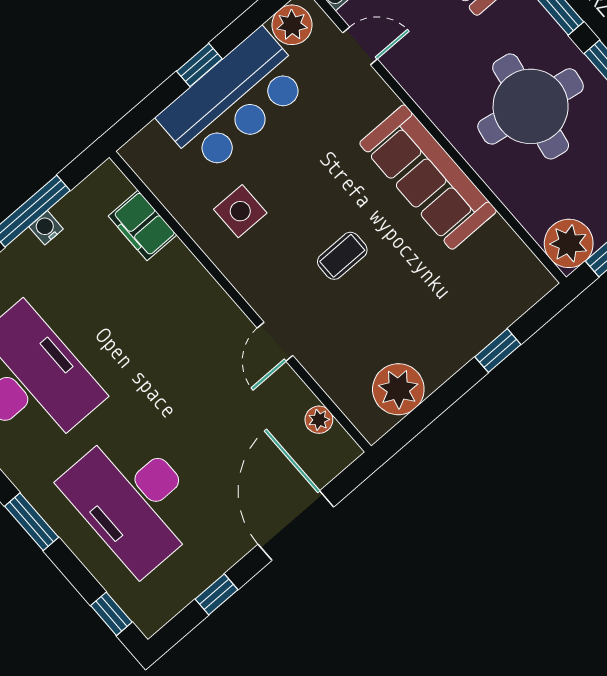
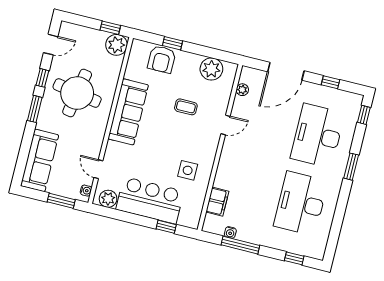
window: (199, 65) -> (166, 227), moved
water cooler: (46, 228) -> (230, 232), moved
coffee table: (342, 256) -> (186, 107), moved
armchair: (482, 309) -> (162, 59), added
desk: (134, 500) -> (318, 136), turned 180

